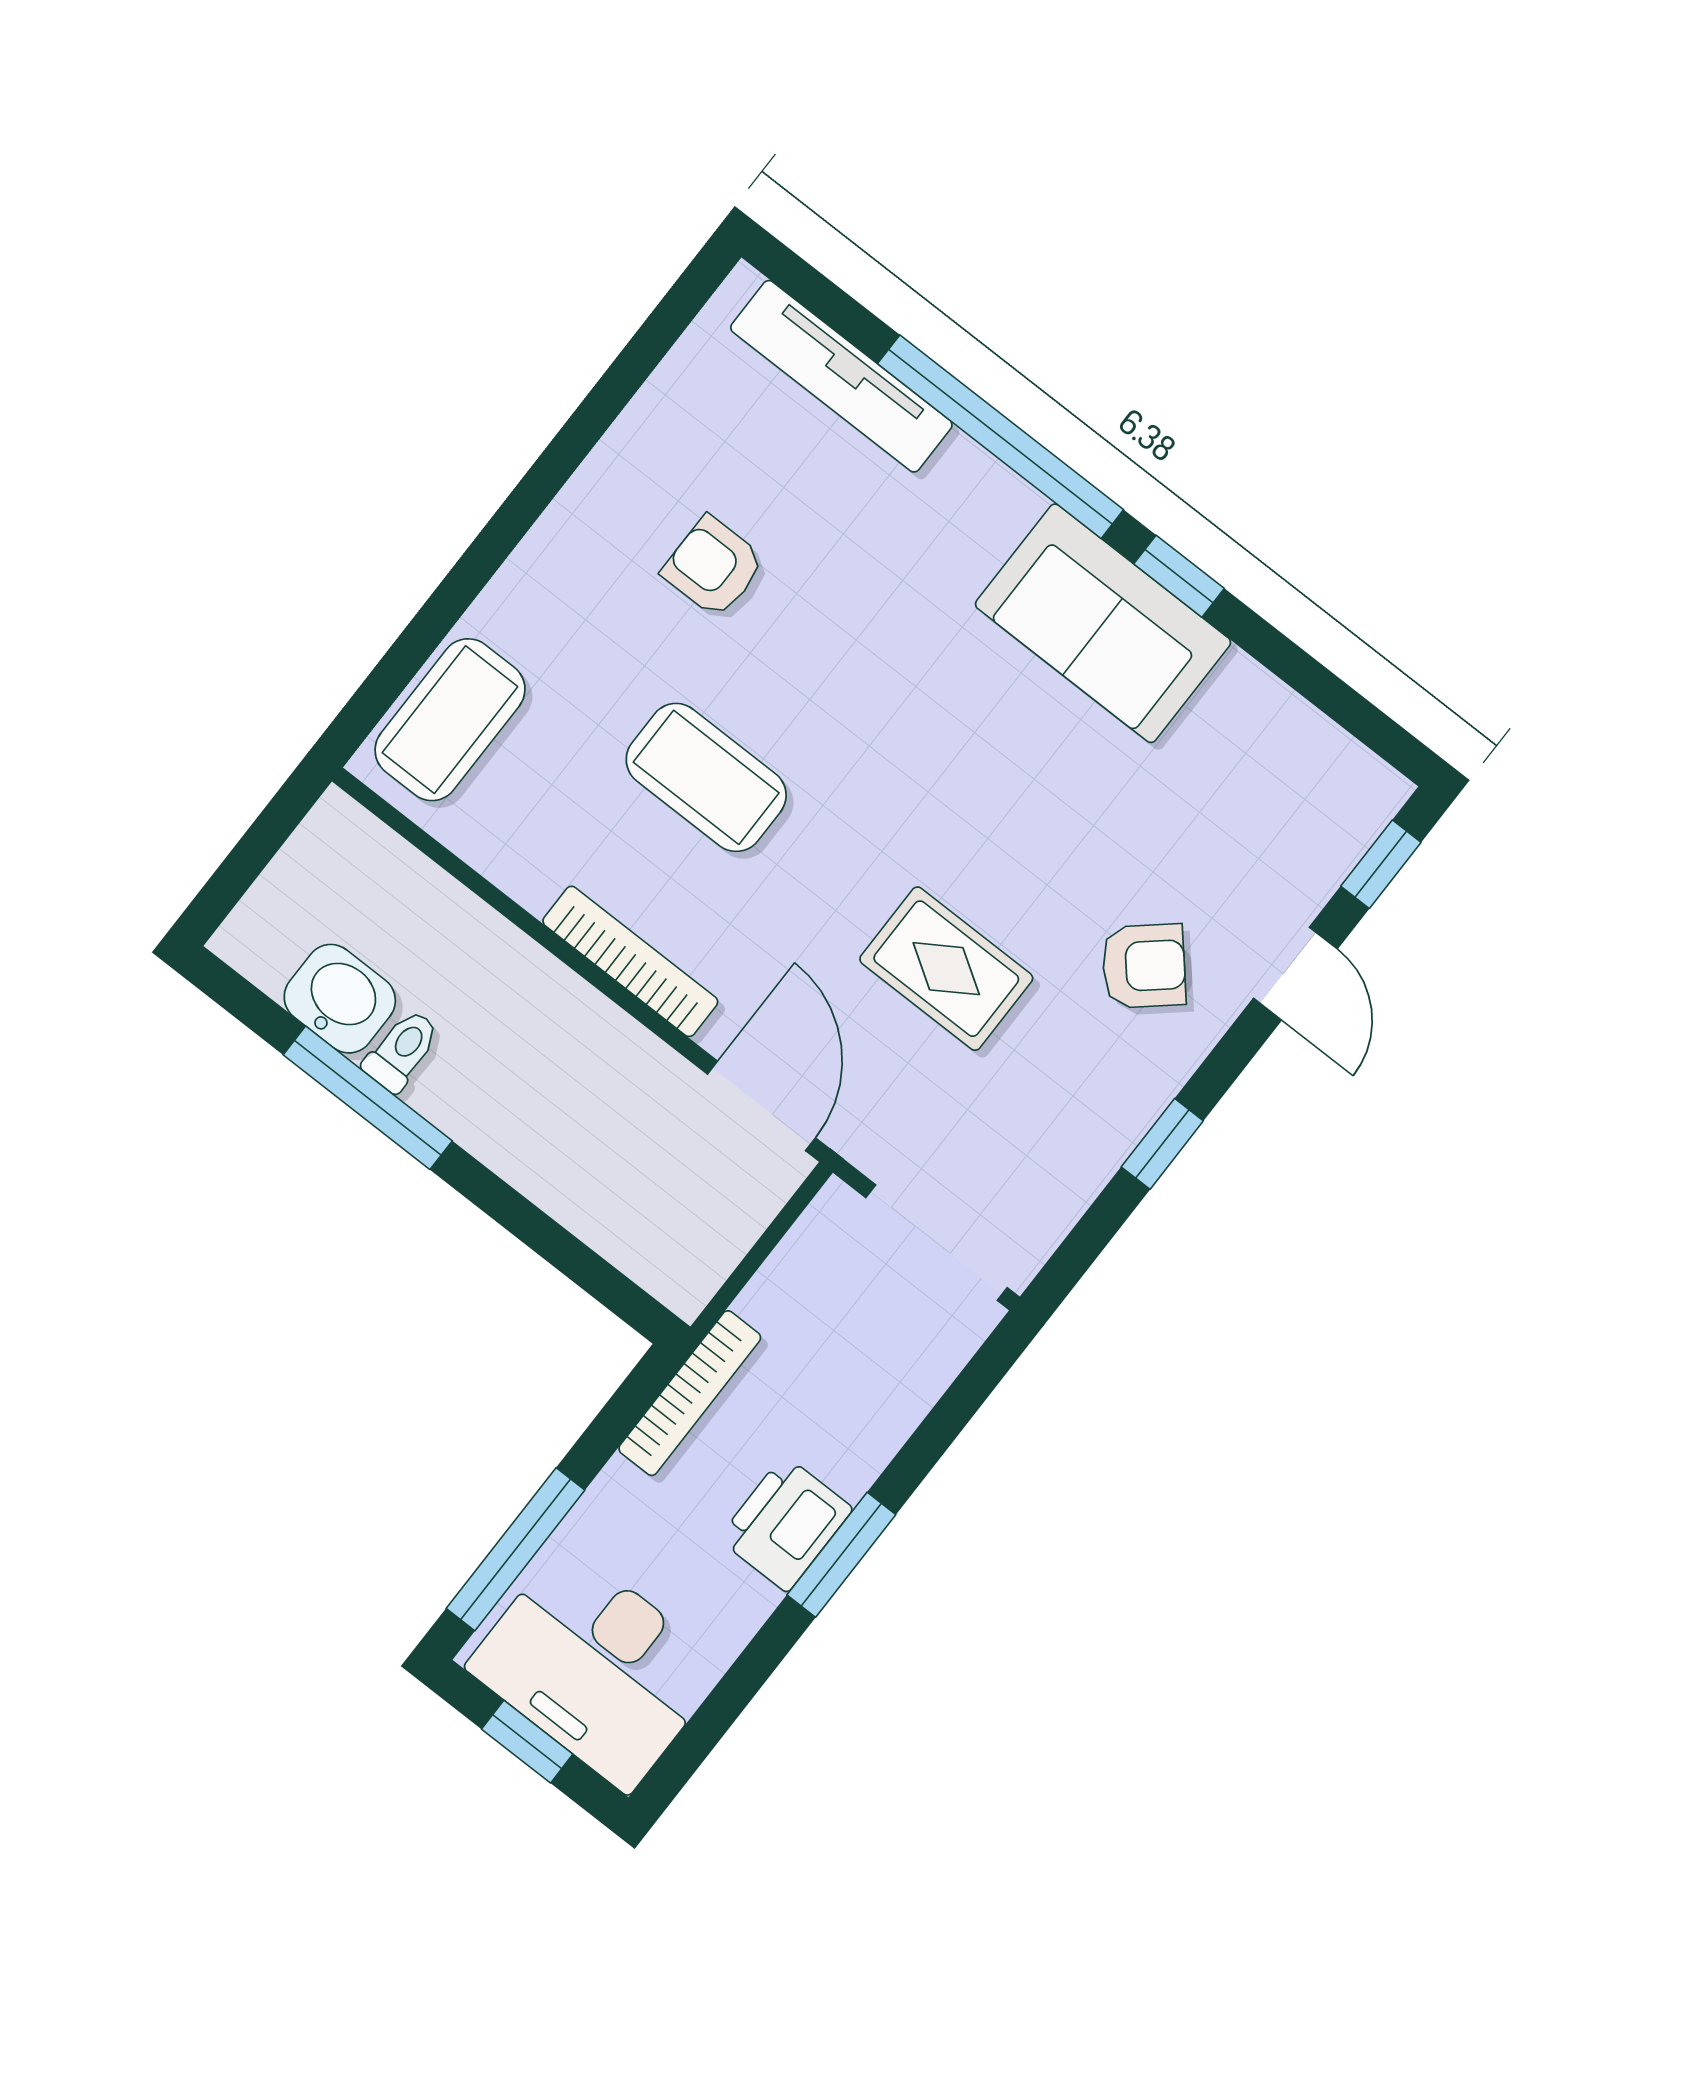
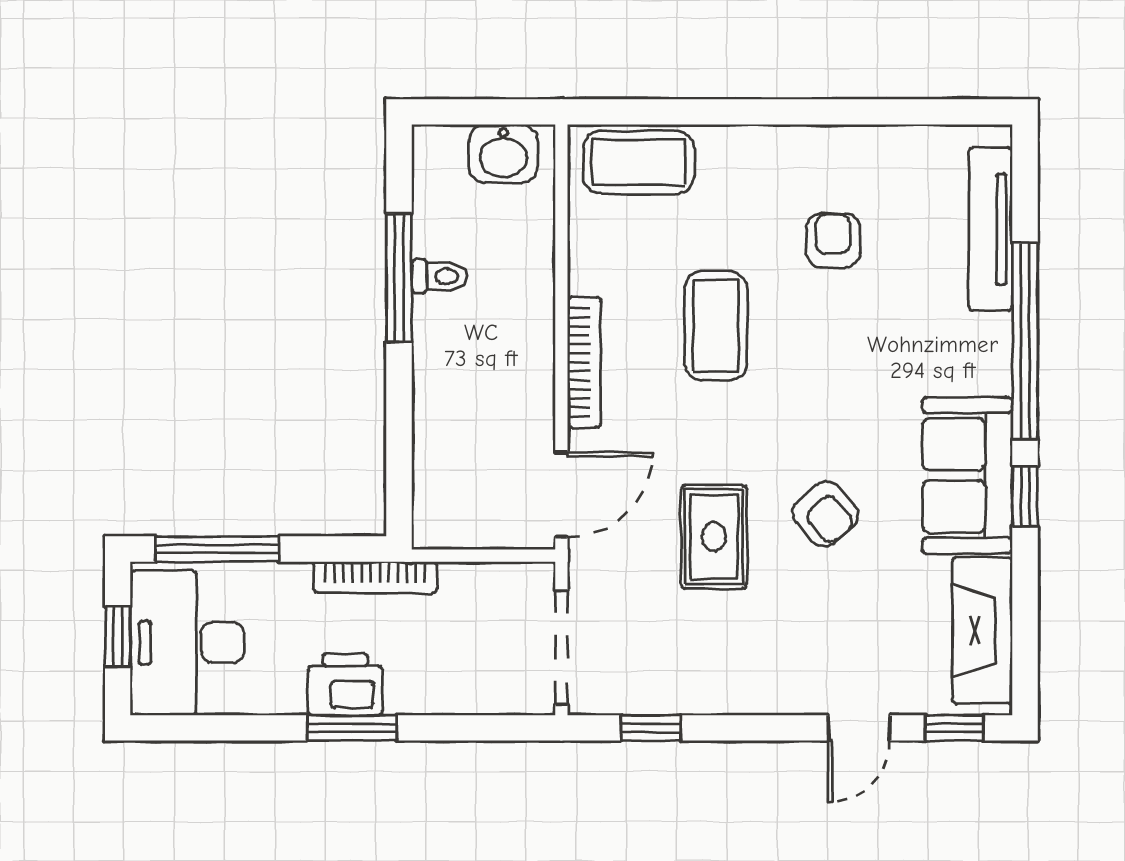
fireplace: (1294, 745) -> (982, 631), added
armchair: (1144, 966) -> (825, 514), moved
washbasin: (340, 999) -> (503, 154), moved, turned 90
window: (1162, 1144) -> (651, 728), moved

